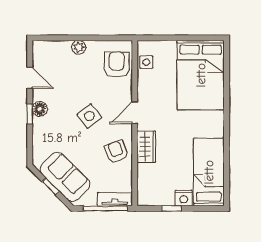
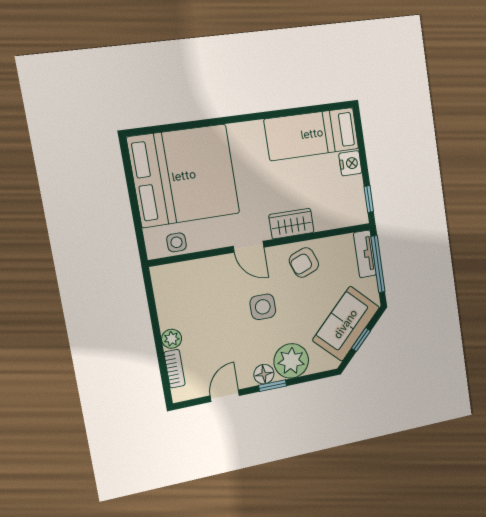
bookcase: (57, 46) -> (175, 369), added
armchair: (117, 65) -> (187, 283), removed
bed: (201, 75) -> (184, 176), width x1.36
side table: (89, 116) -> (263, 307), turned 37
plant: (45, 131) -> (291, 361), added
window: (171, 208) -> (369, 199), moved

